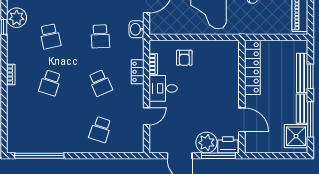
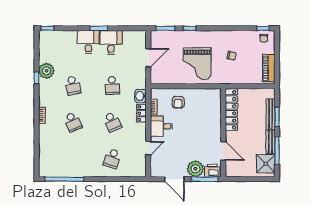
washbasin: (136, 29) -> (140, 96), moved
school desk: (50, 83) -> (73, 122), turned -42

